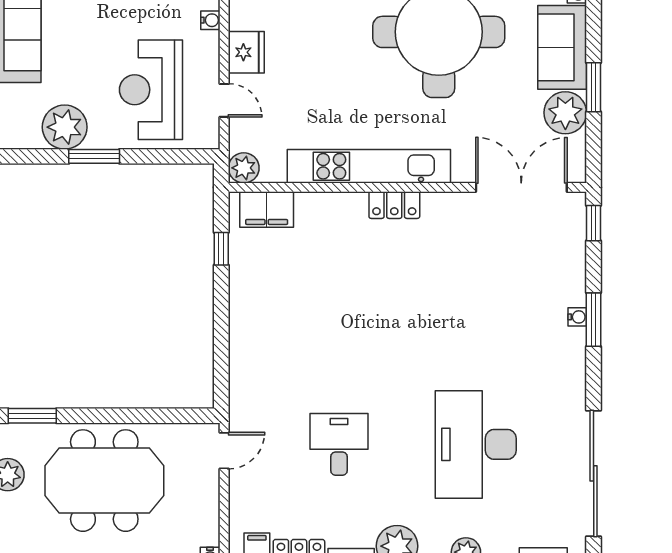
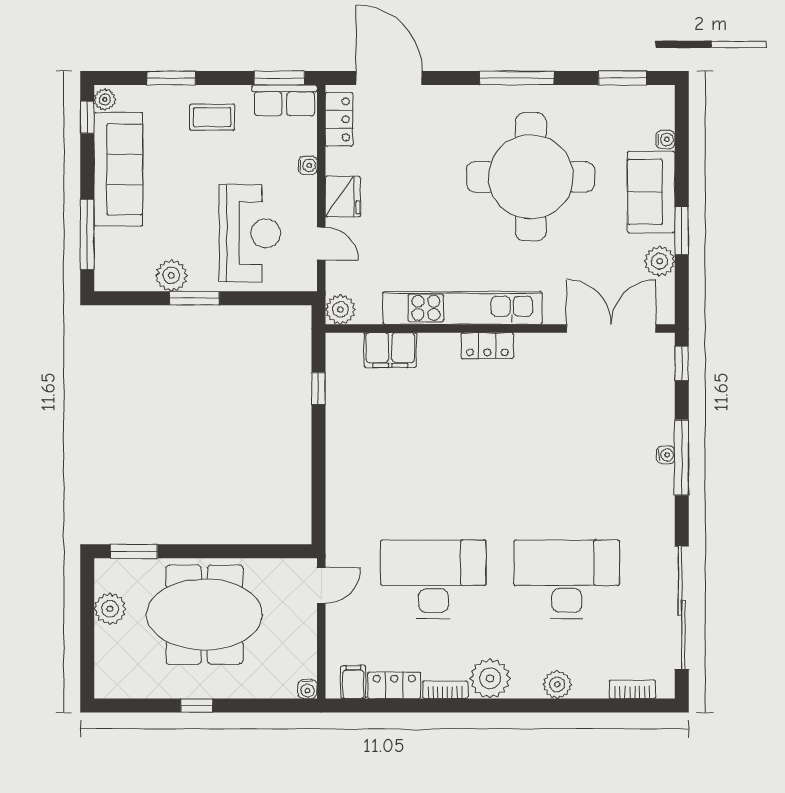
reception desk: (151, 90) -> (250, 233), turned 180
plant: (565, 113) -> (660, 261), width x0.73, depth x0.73
plant: (65, 127) -> (171, 275), width x0.73, depth x0.73
filing cabinet: (267, 209) -> (390, 350), moved
window: (594, 320) -> (682, 457), width x1.44
desk: (339, 444) -> (433, 579), width x1.87, depth x1.30
desk: (476, 444) -> (567, 579), turned 90

